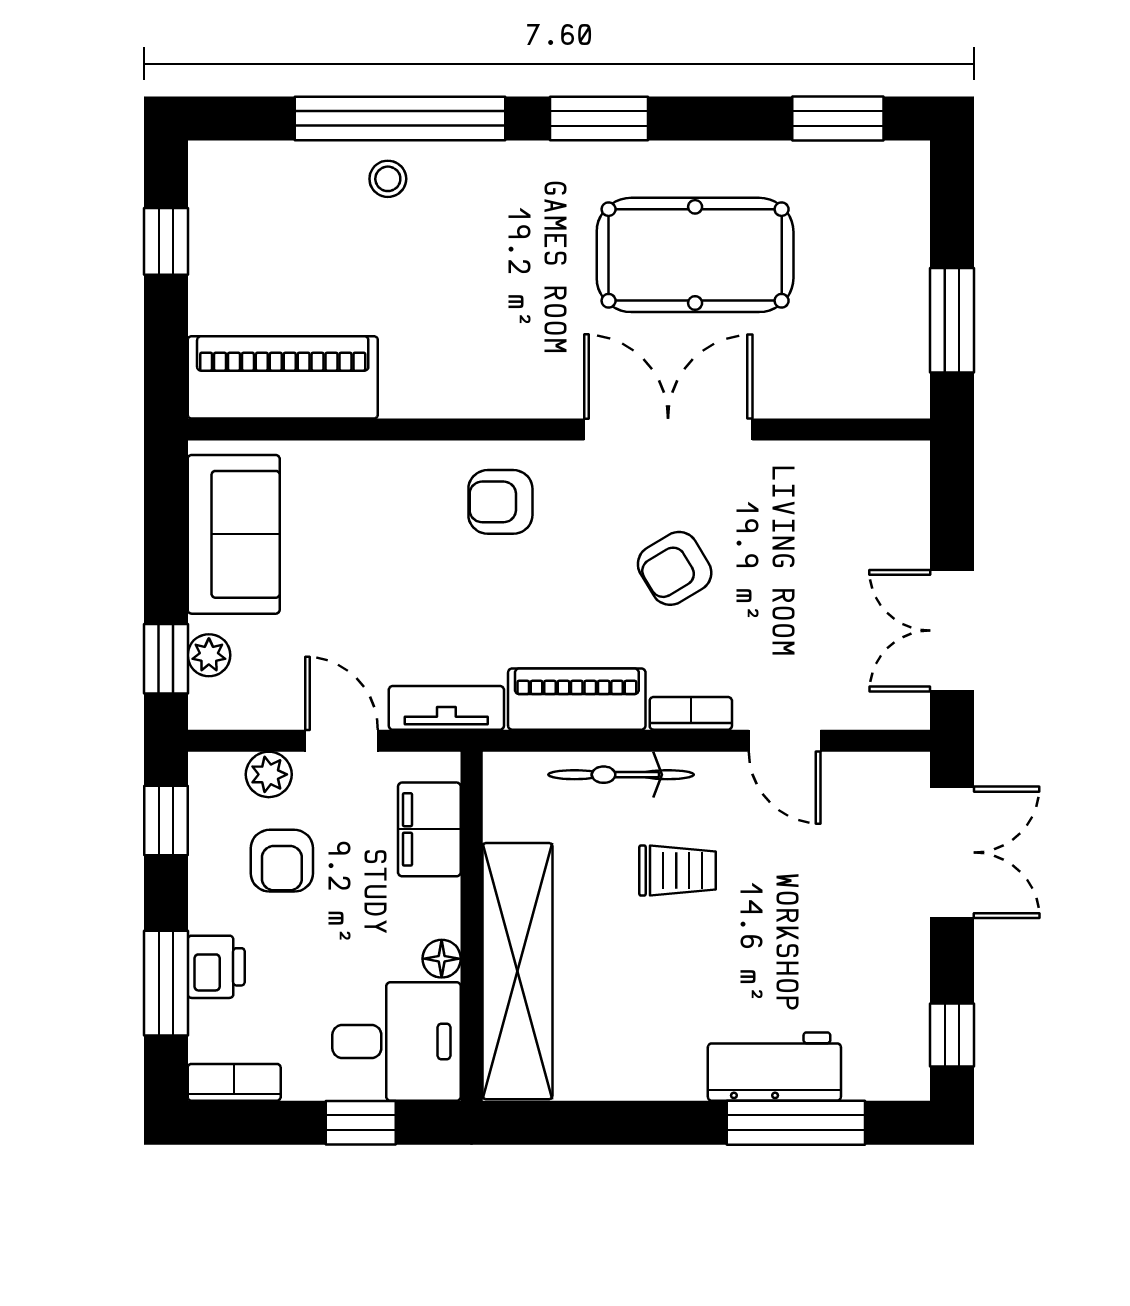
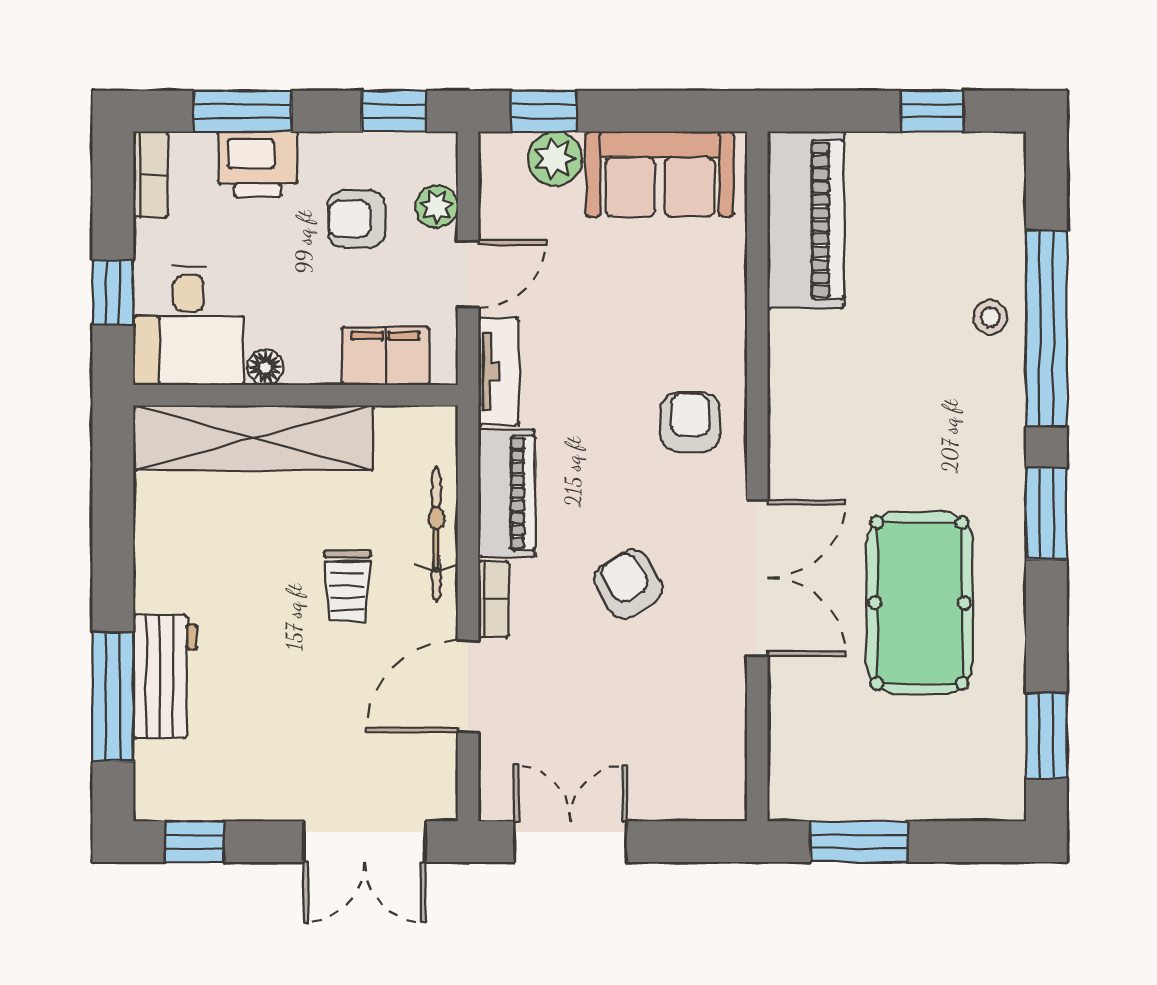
plant: (209, 655) -> (555, 158), width x1.38, depth x1.38
door: (785, 741) -> (468, 686), width x1.38
printer: (216, 967) -> (258, 164), width x1.36, depth x1.24

